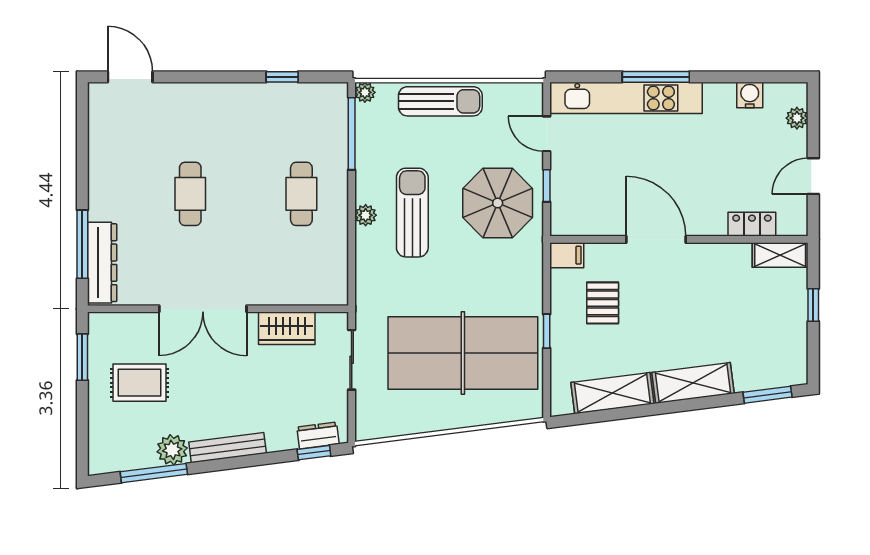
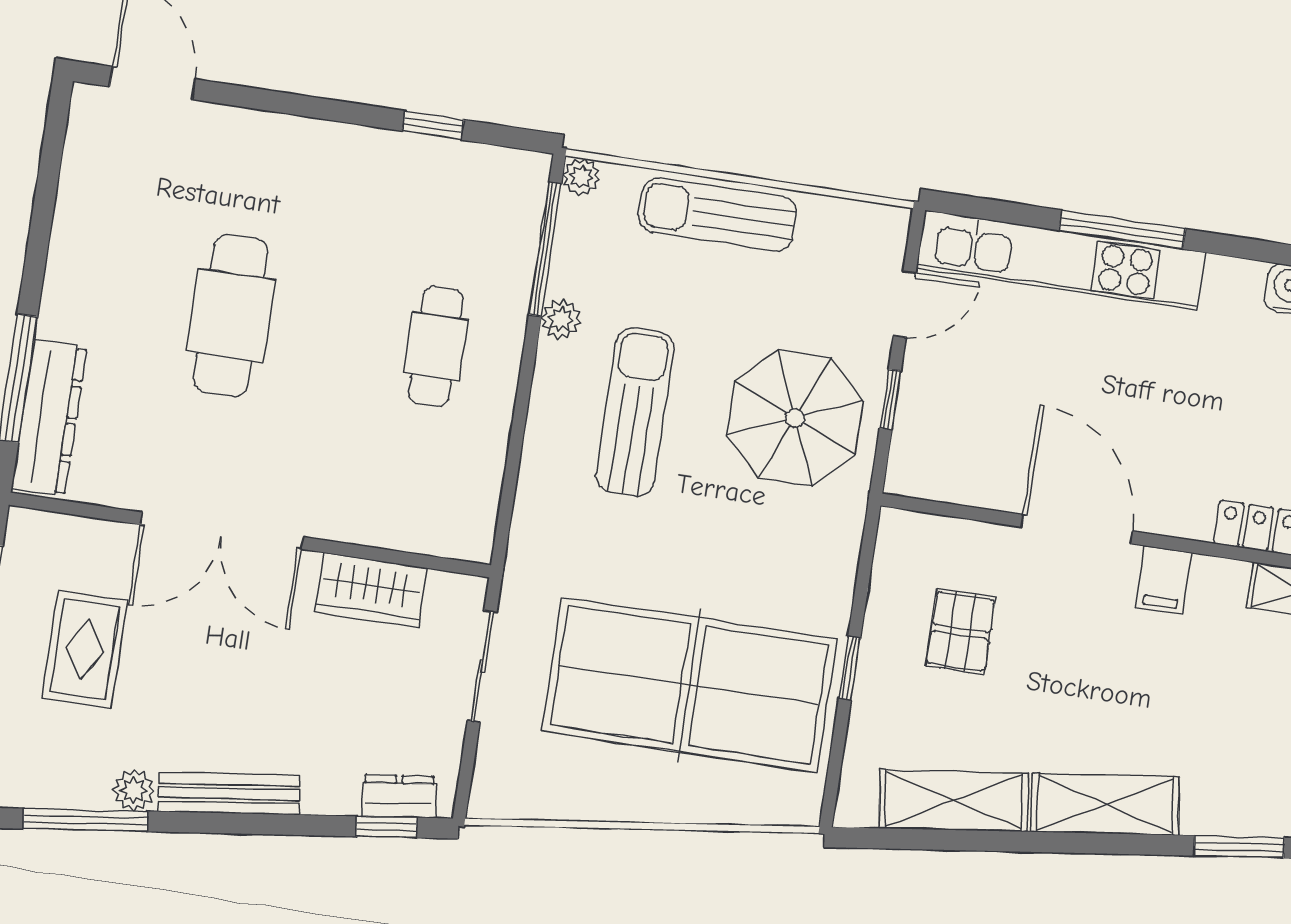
sun lounger: (440, 101) -> (718, 215), turned 180
door: (547, 134) -> (905, 304), swing flipped
cafe table: (190, 194) -> (231, 315), width x1.37, depth x1.35
plant: (366, 215) -> (561, 319), moved
filing cabinet: (567, 255) -> (1163, 580), moved, turned 90
rug: (140, 383) -> (85, 649), turned 90
plant: (172, 450) -> (134, 790), width x0.73, depth x0.73

